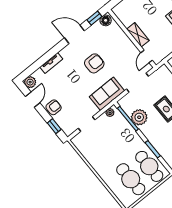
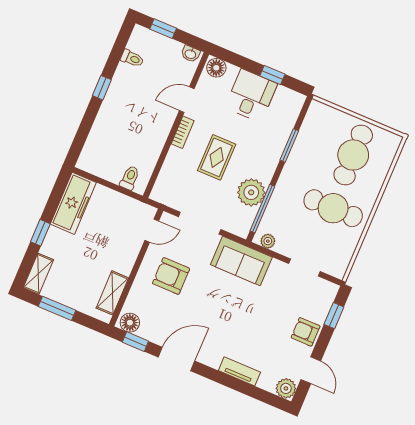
door: (74, 34) -> (177, 359), swing flipped
shelving: (138, 35) -> (112, 293), moved
armchair: (94, 63) -> (171, 276), moved
door: (33, 100) -> (311, 370), swing flipped
cafe table: (149, 166) -> (333, 208), moved, turned 90

